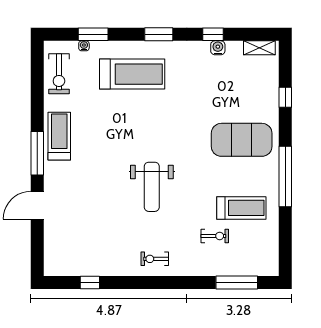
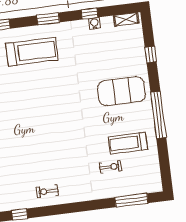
weight bench: (152, 187) -> (58, 136), removed
treadmill: (241, 208) -> (128, 143), turned 180
exercise bike: (155, 259) -> (47, 191), moved

